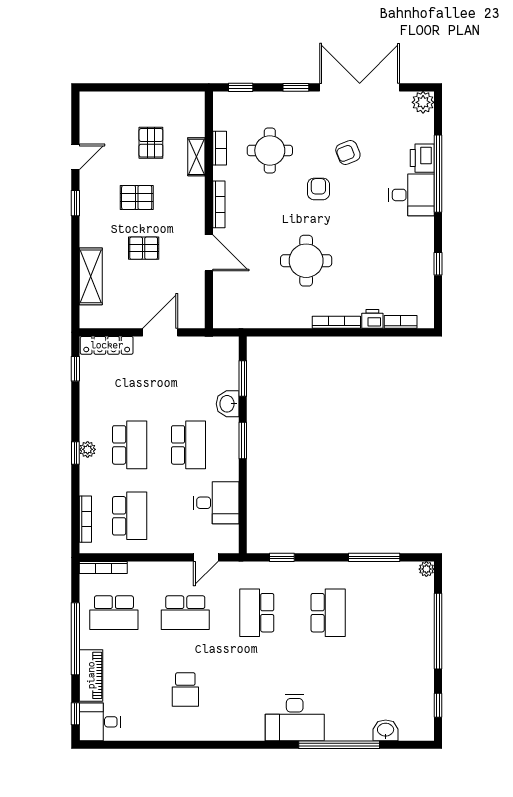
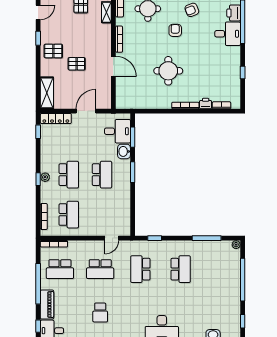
pallet: (137, 198) -> (53, 51), moved
shelving: (91, 276) -> (47, 93), moved
desk: (216, 503) -> (117, 131), moved

